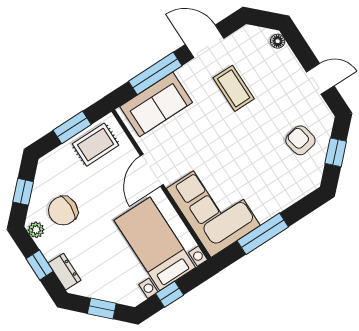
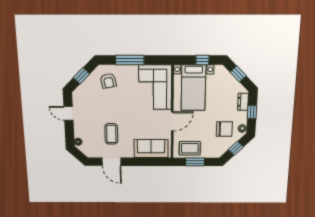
window: (155, 73) -> (143, 162), removed
armchair: (300, 140) -> (108, 81), moved
window: (263, 234) -> (130, 60), moved

